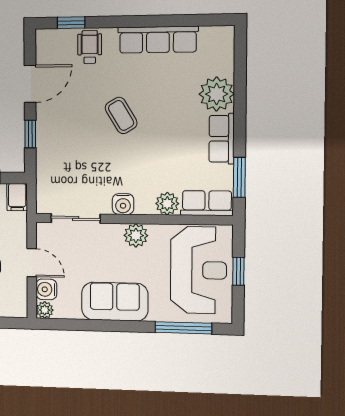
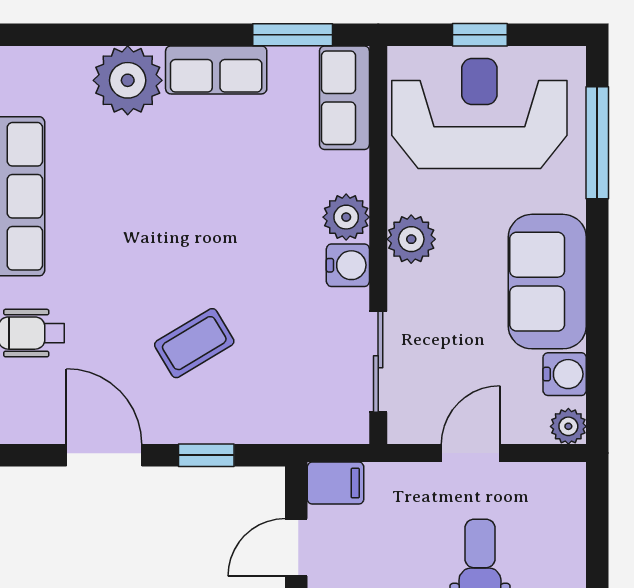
coffee table: (121, 115) -> (194, 343), moved
plant: (167, 204) -> (346, 217), moved
water cooler: (46, 289) -> (565, 374), moved, turned -90

